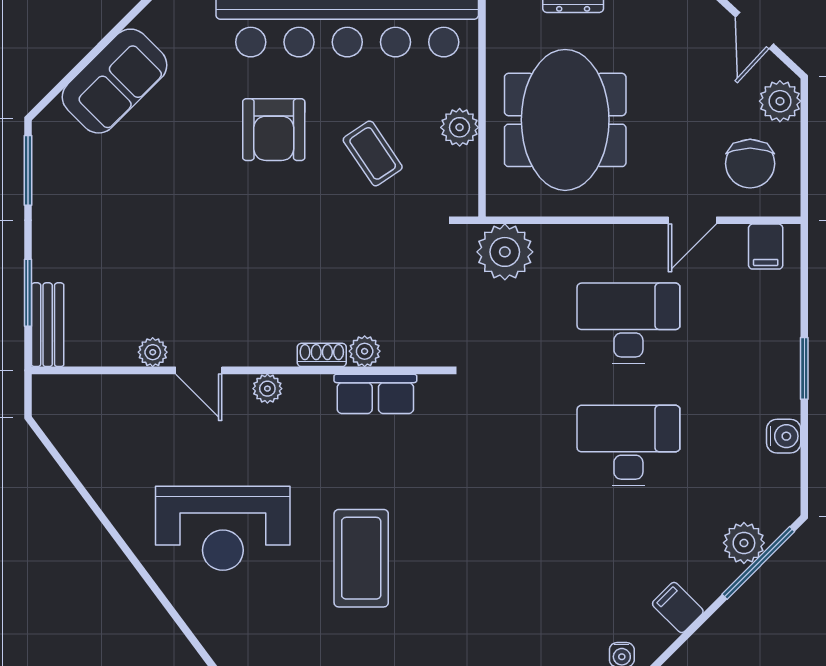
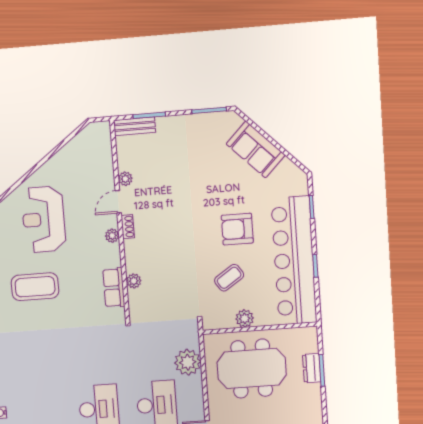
plant: (505, 252) -> (188, 362), moved
shoe rack: (322, 355) -> (128, 227), moved

